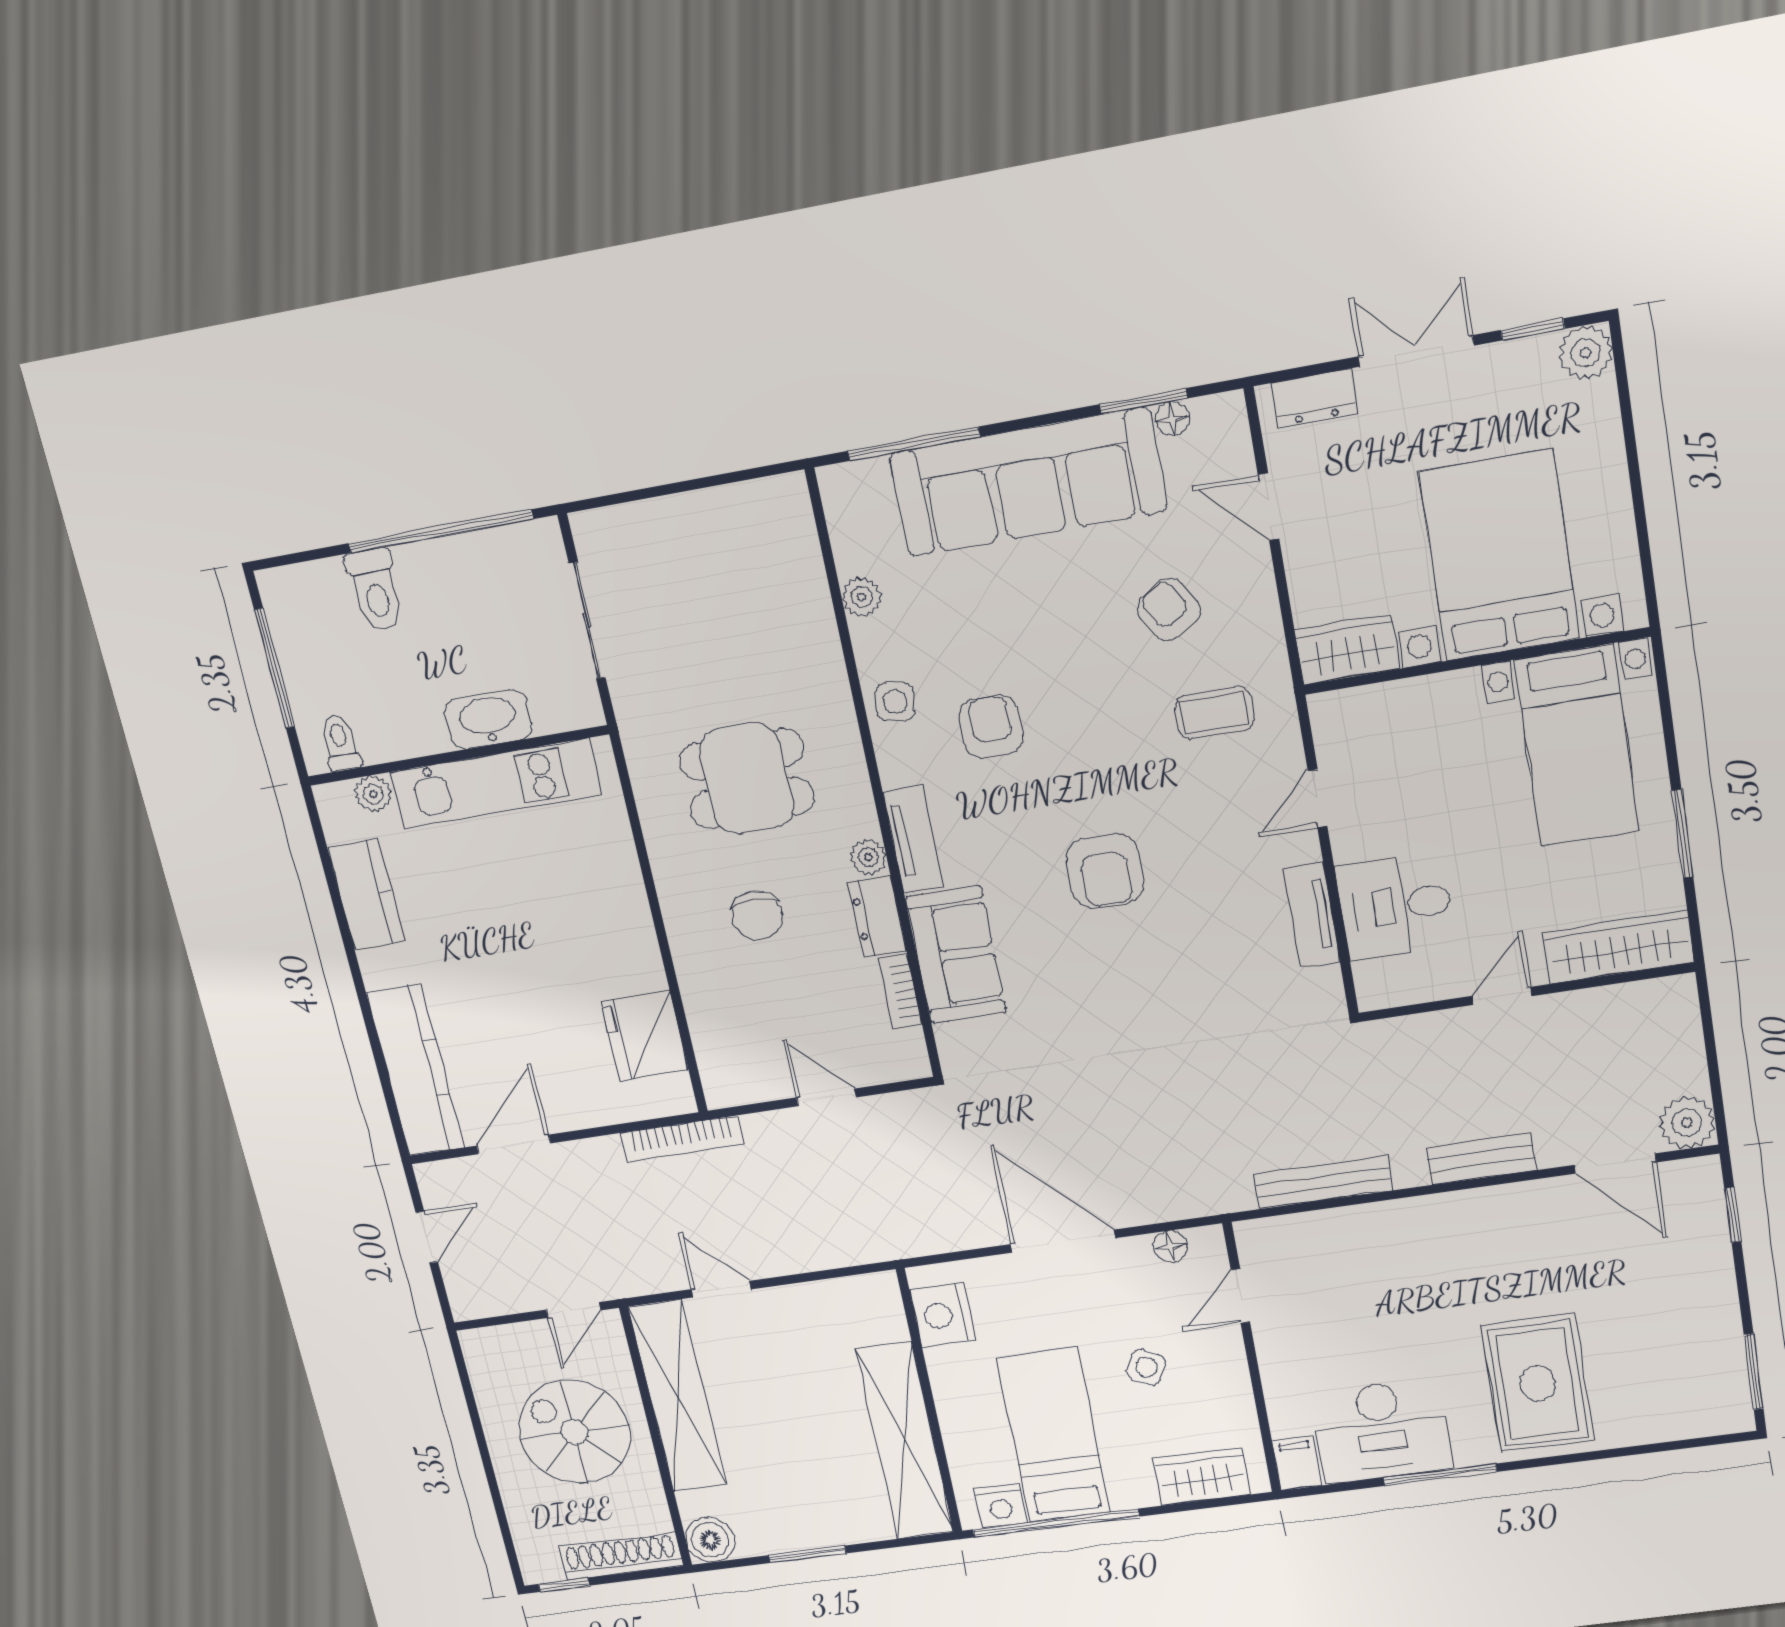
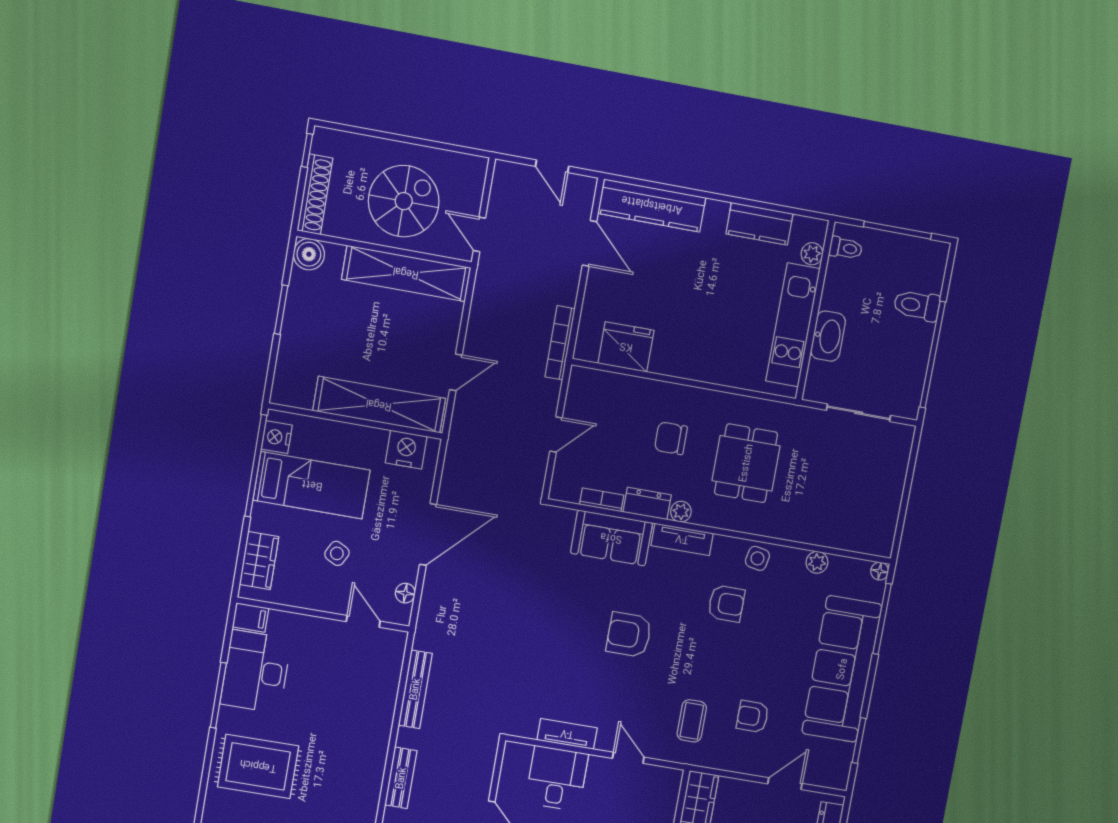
floor lamp: (1173, 419) -> (880, 571), moved
armchair: (1169, 609) -> (753, 716), turned -149
door: (721, 1289) -> (456, 372), moved
shelving: (905, 1441) -> (379, 405), moved

